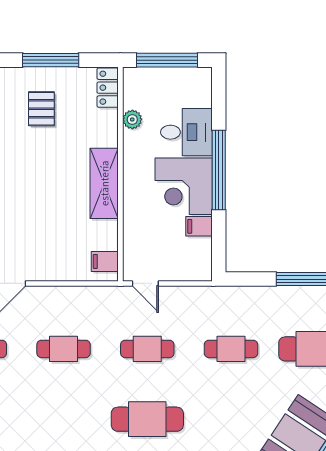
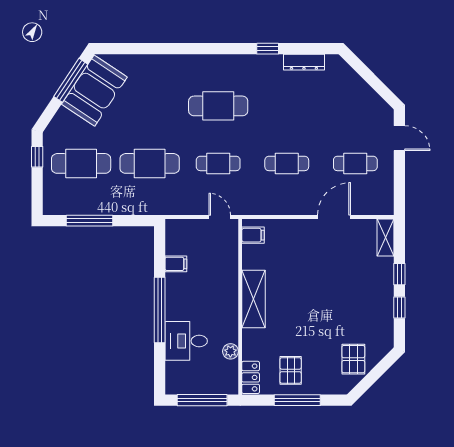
pallet: (41, 109) -> (291, 370), moved
corner desk: (184, 186) -> (188, 297), removed
cafe table: (231, 349) -> (150, 163), width x1.37, depth x1.35

